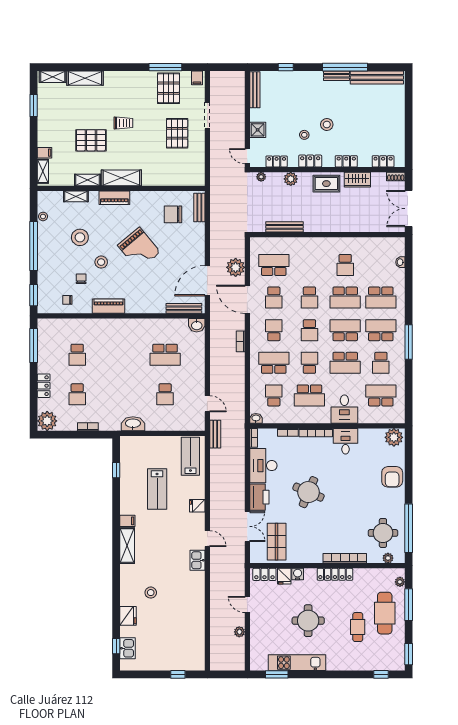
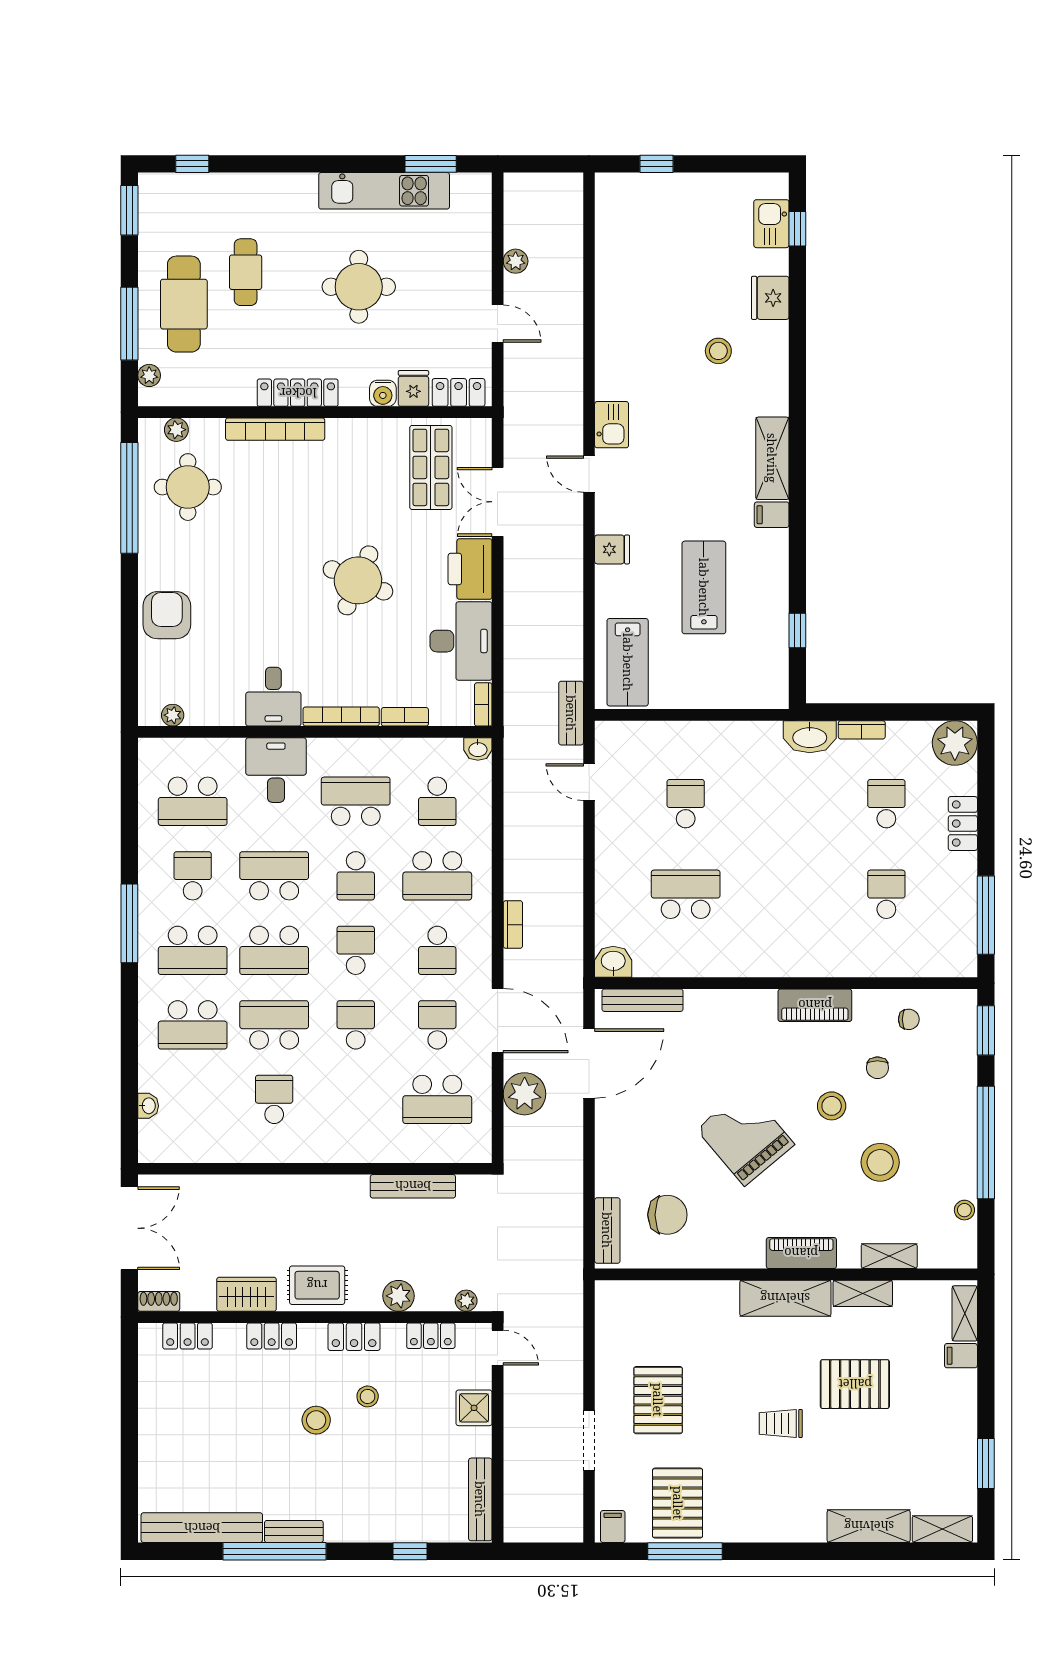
school desk: (381, 298) -> (193, 1025), turned 180
washbasin: (133, 424) -> (810, 737), moved
plant: (394, 437) -> (173, 715), width x0.53, depth x0.53

